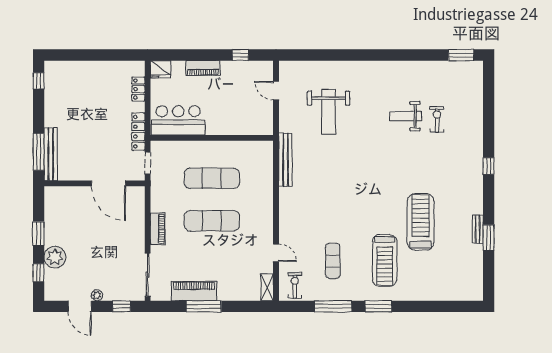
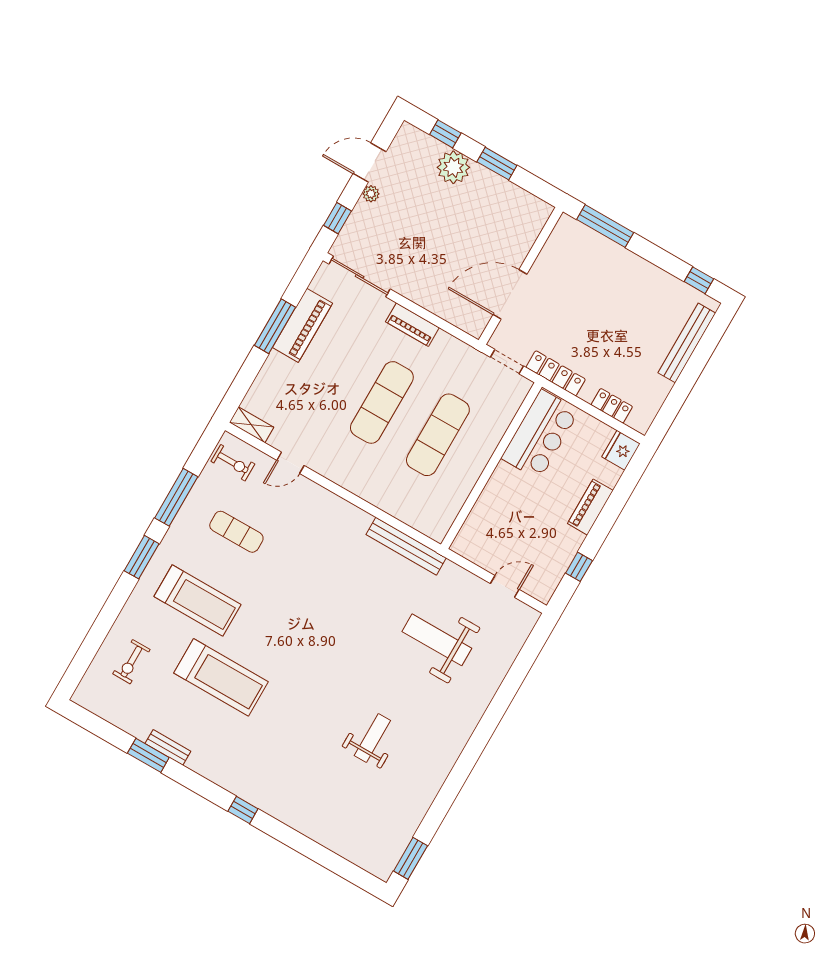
exercise bike: (437, 119) -> (131, 662), moved, turned 90
bench: (51, 154) -> (687, 343), moved, turned 90
treadmill: (385, 260) -> (197, 601), turned 180

